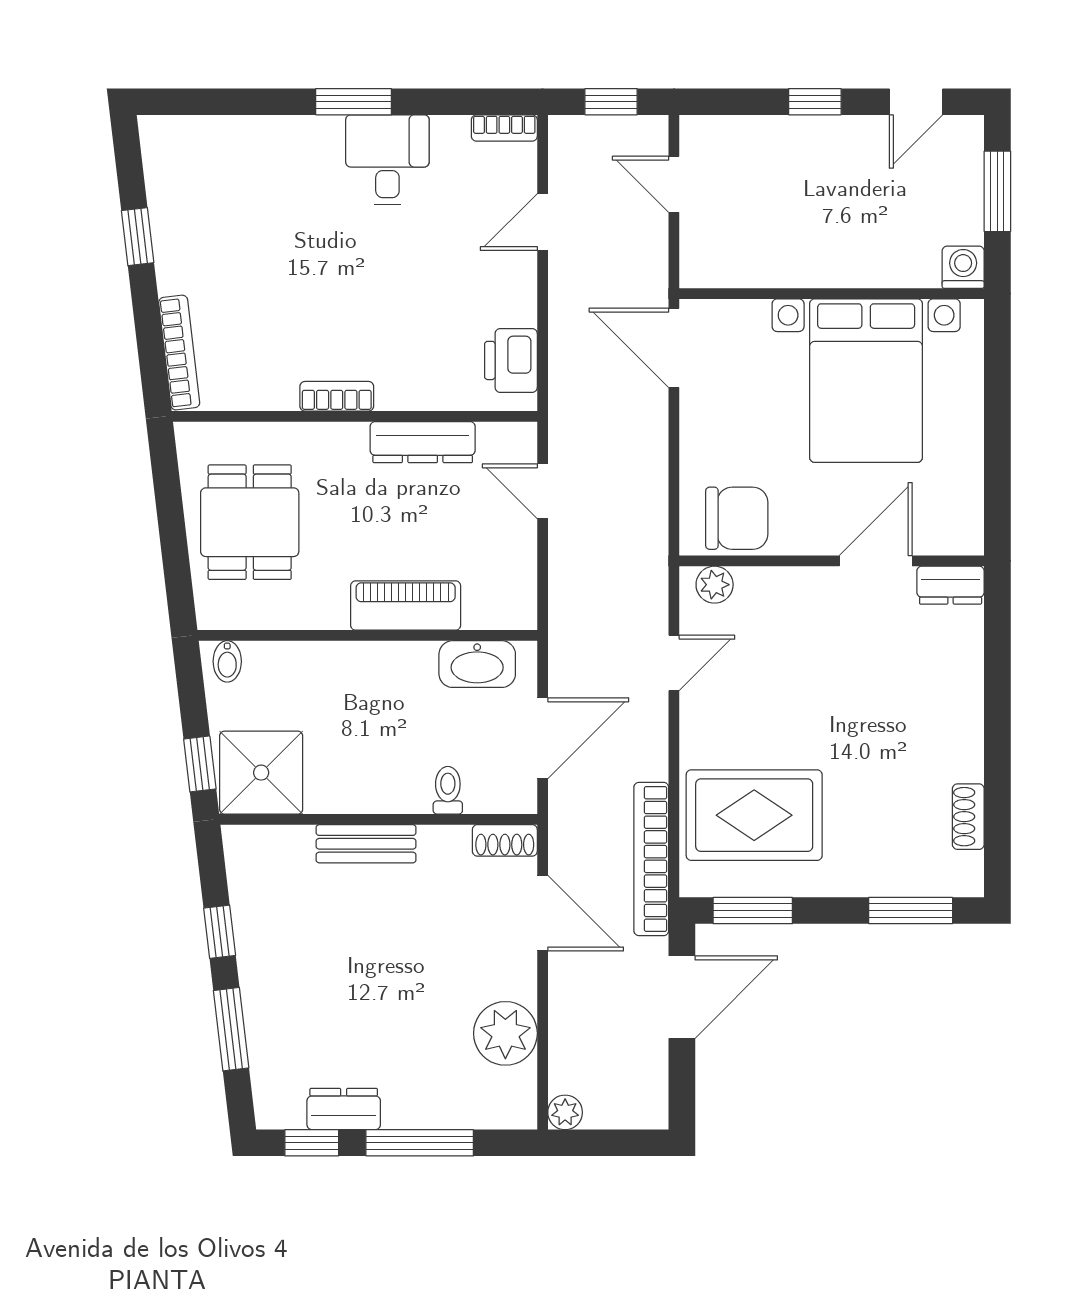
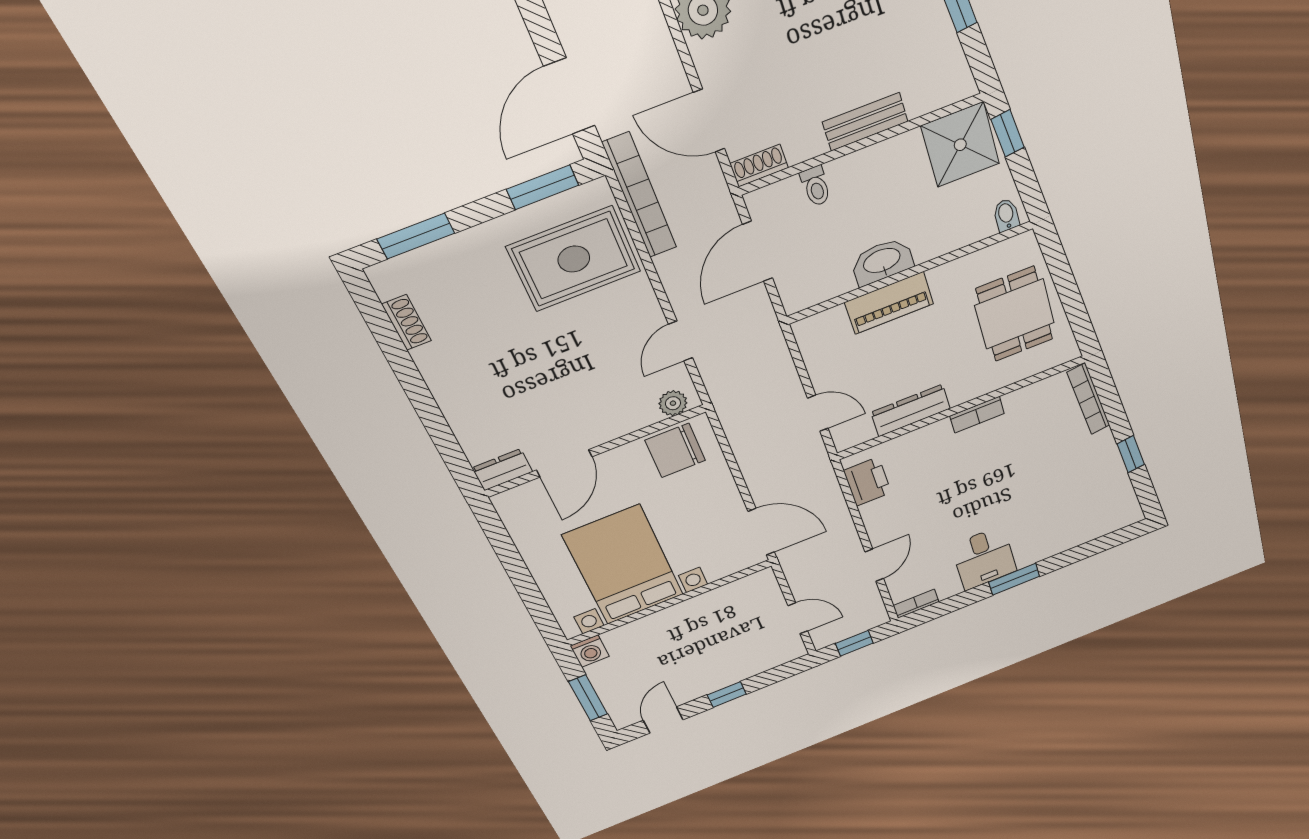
washbasin: (477, 664) -> (882, 261), moved

